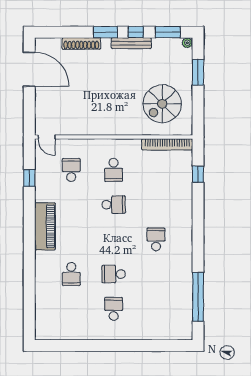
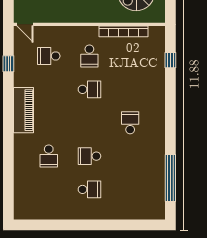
bookcase: (167, 144) -> (123, 31), moved
school desk: (71, 170) -> (49, 56), turned -90
school desk: (114, 309) -> (89, 189), turned 90

